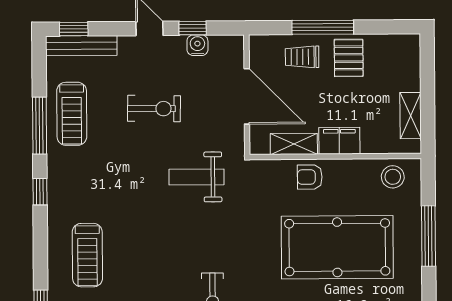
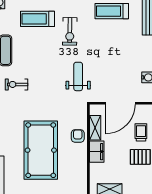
exercise bike: (154, 109) -> (70, 31), moved
stool: (393, 177) -> (78, 180), removed

